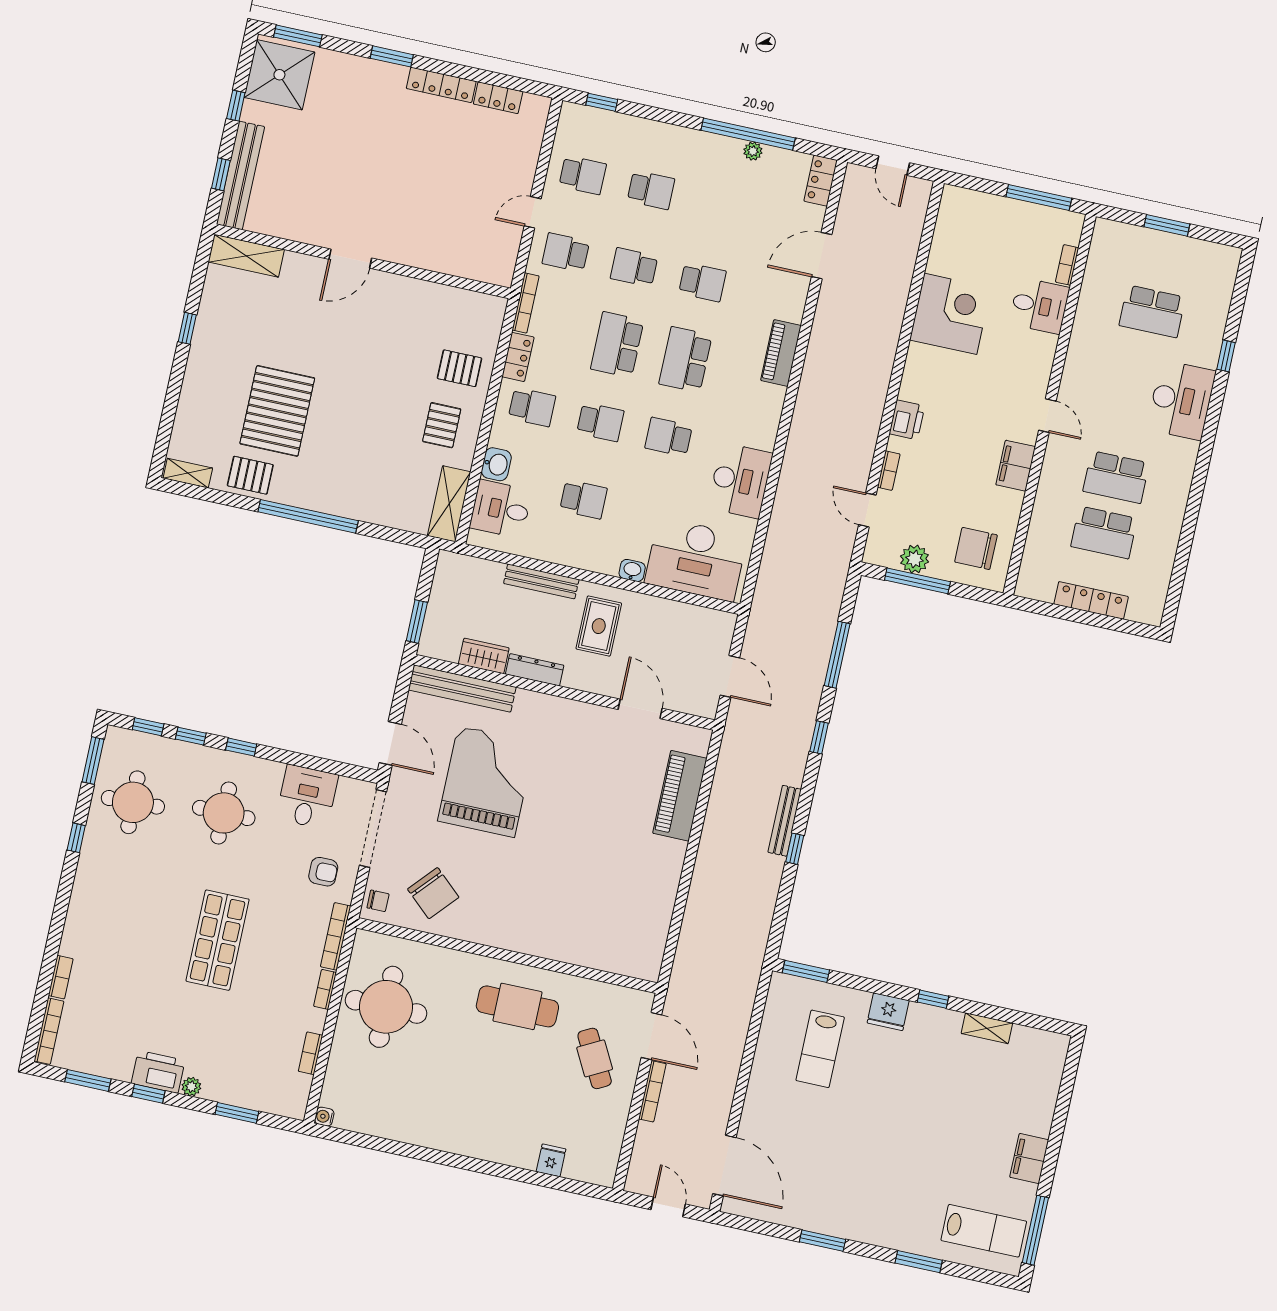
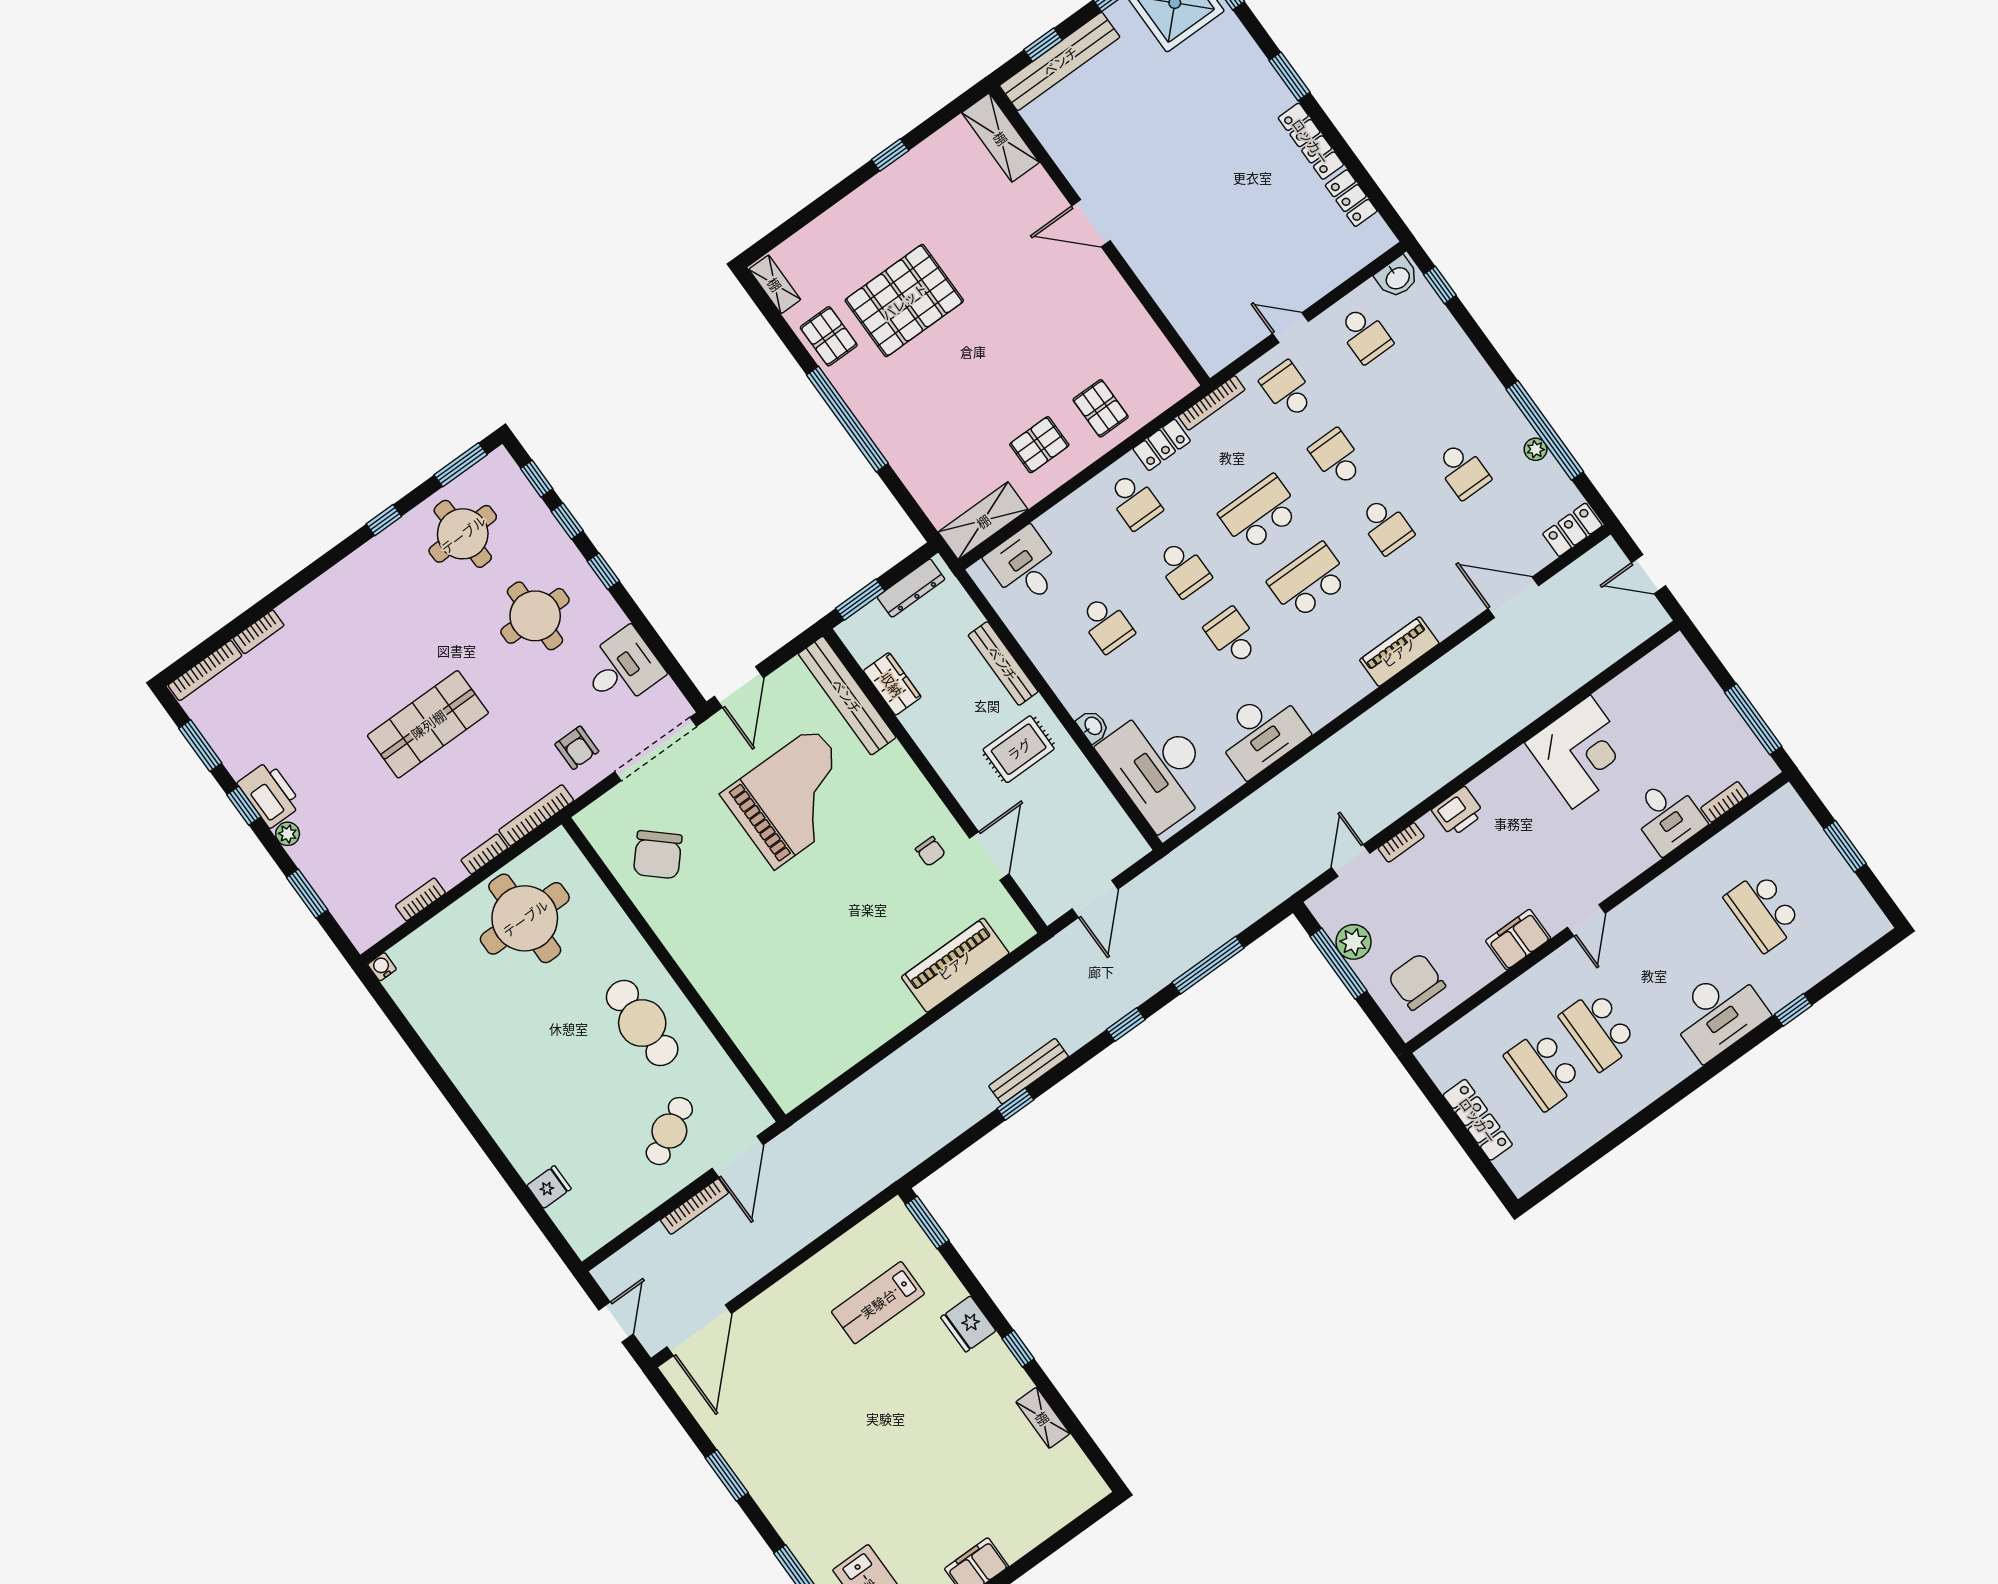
door: (893, 166) -> (1649, 574), hinge flipped
school desk: (651, 190) -> (1463, 470), moved
washbasin: (496, 464) -> (1397, 278), moved
dresser: (535, 670) -> (911, 588), moved, turned 90
chair: (378, 901) -> (930, 851), moved

